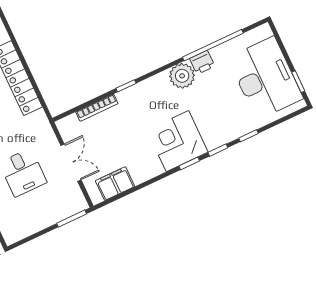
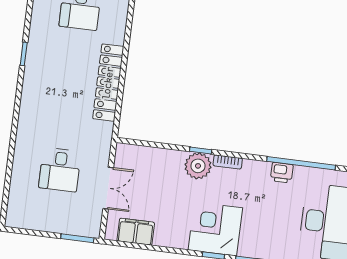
plant: (182, 76) -> (198, 166), moved
bookcase: (97, 108) -> (228, 162), moved, width x0.64

